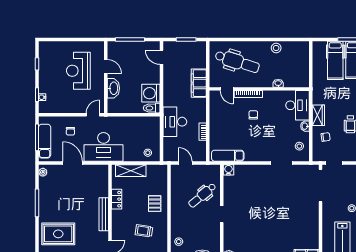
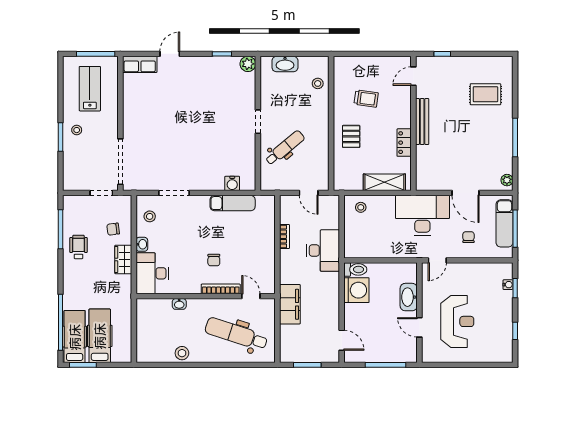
exam couch: (228, 156) -> (233, 203), moved
water cooler: (228, 170) -> (232, 183), moved
rug: (58, 234) -> (485, 94), width x0.73, depth x0.70

